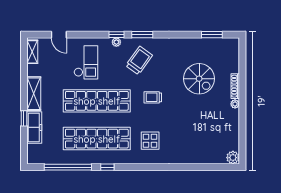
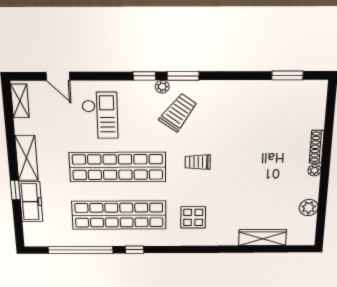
plant: (116, 42) -> (162, 87), moved
spiral stairs: (199, 79) -> (265, 137), removed
wardrobe: (201, 157) -> (262, 237), added
plant: (233, 158) -> (309, 208), moved

